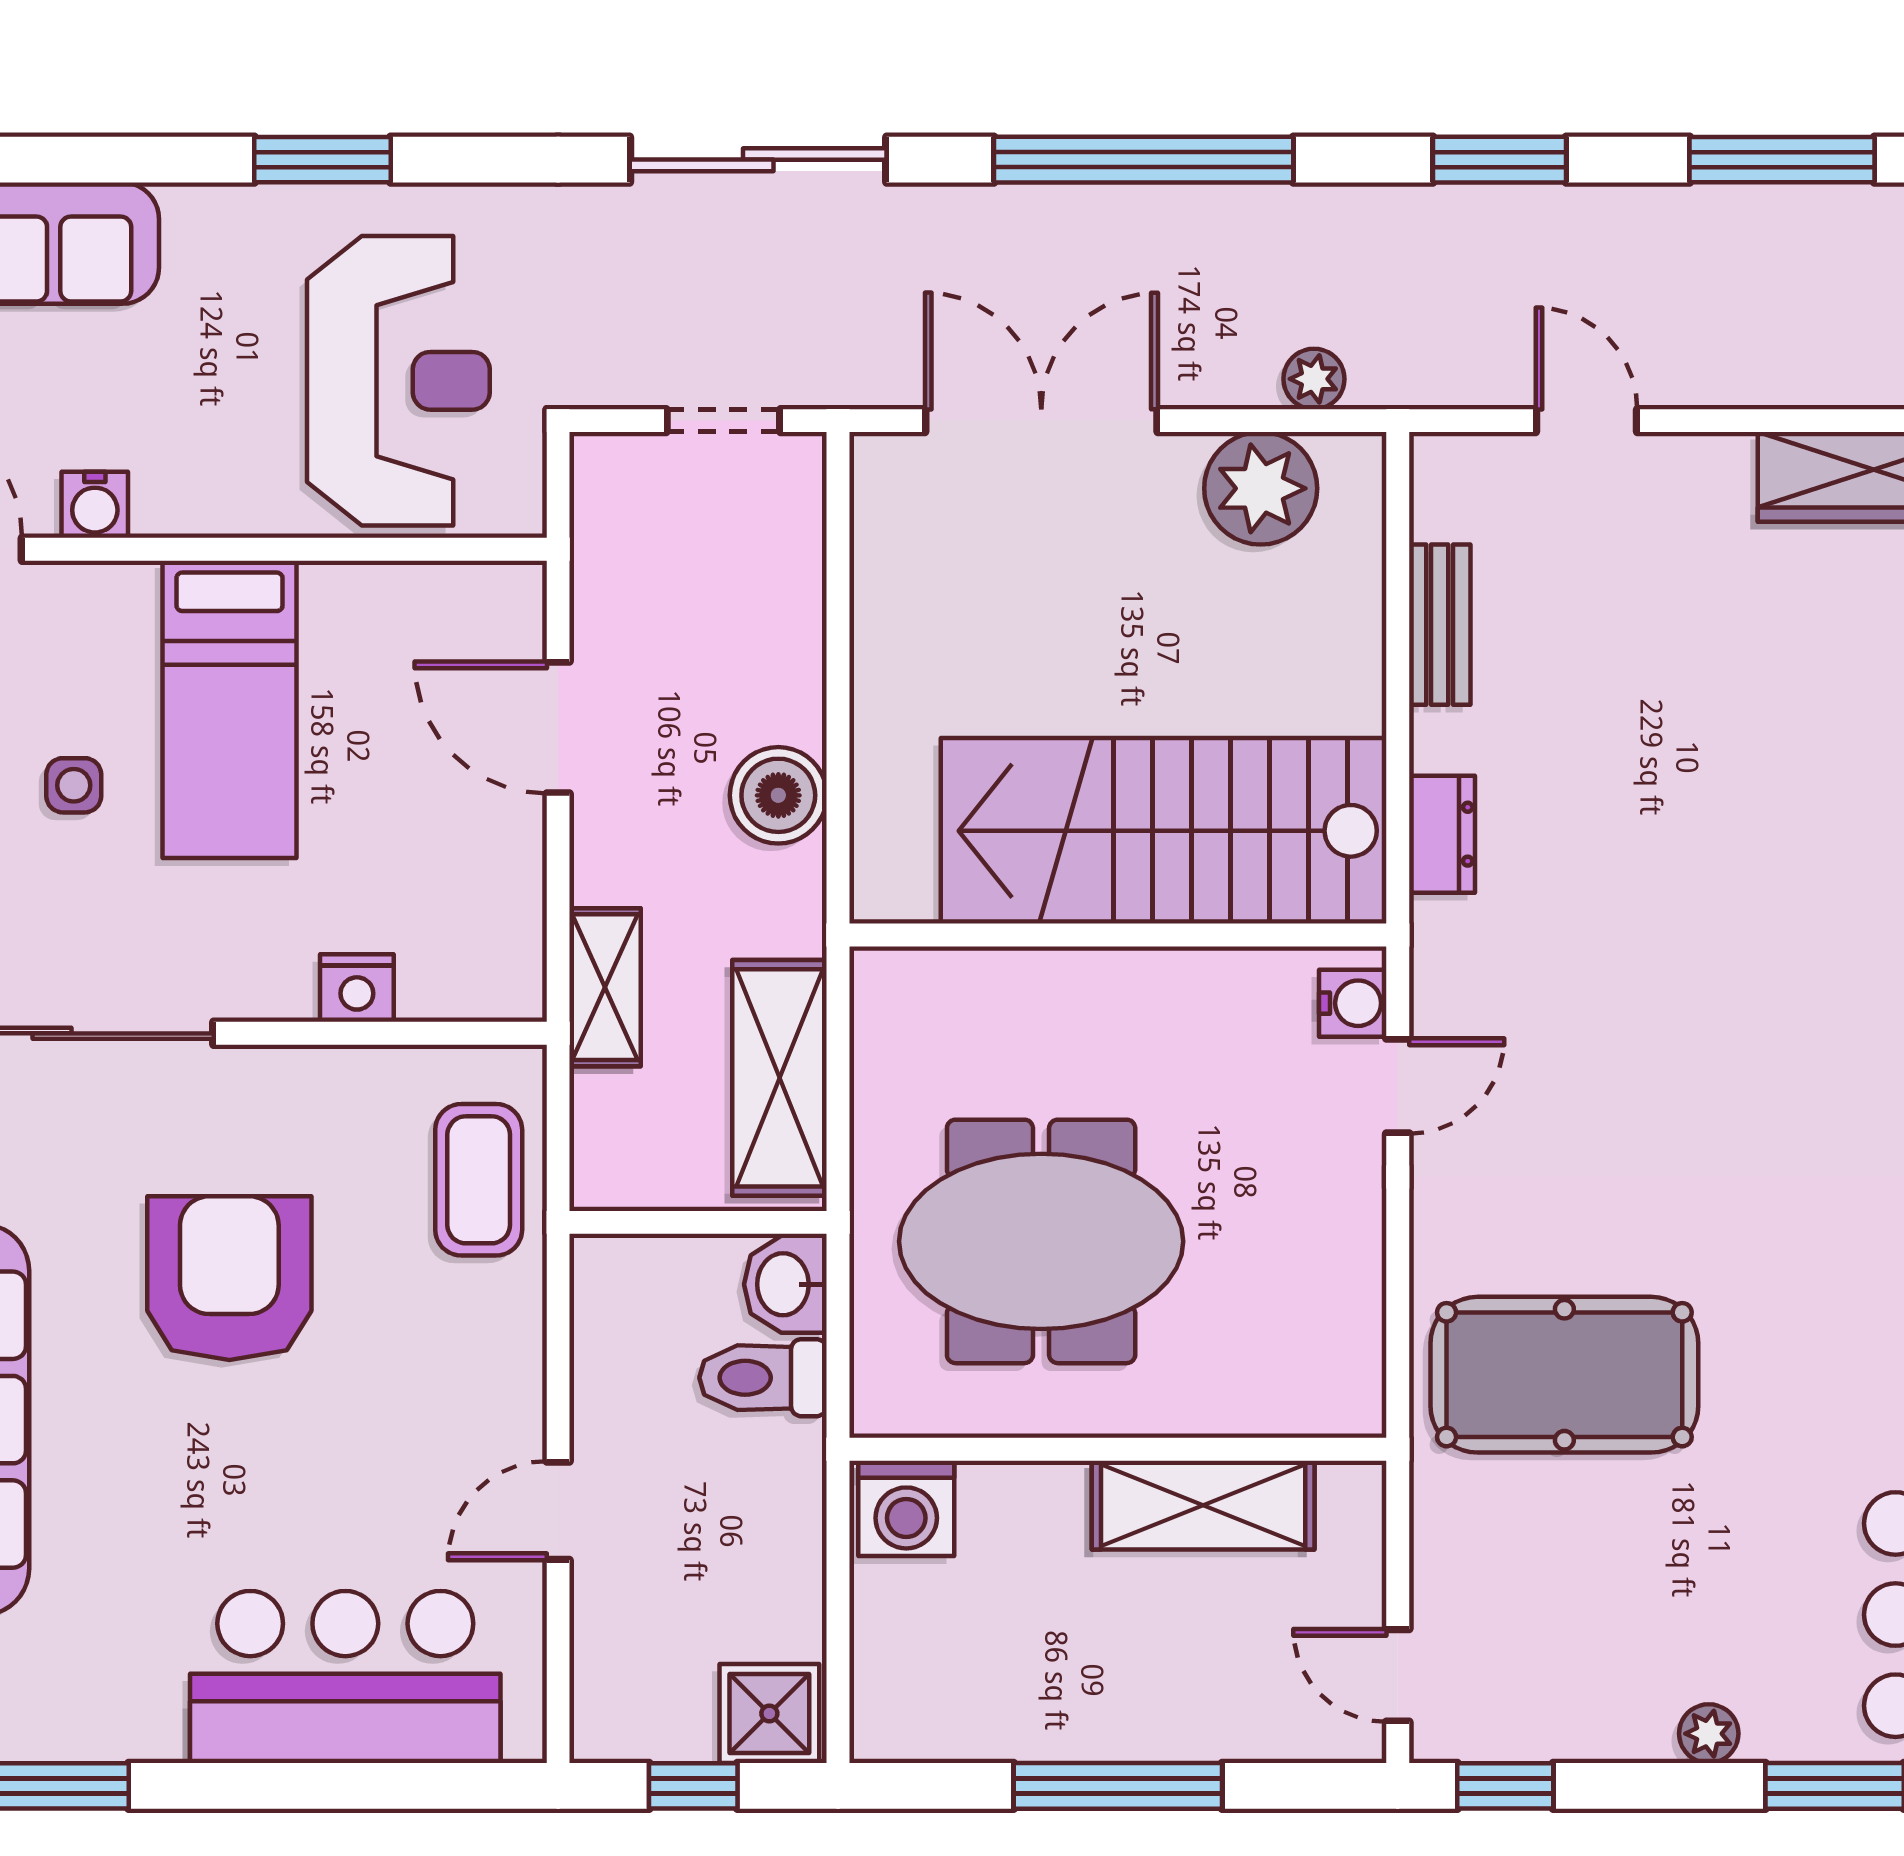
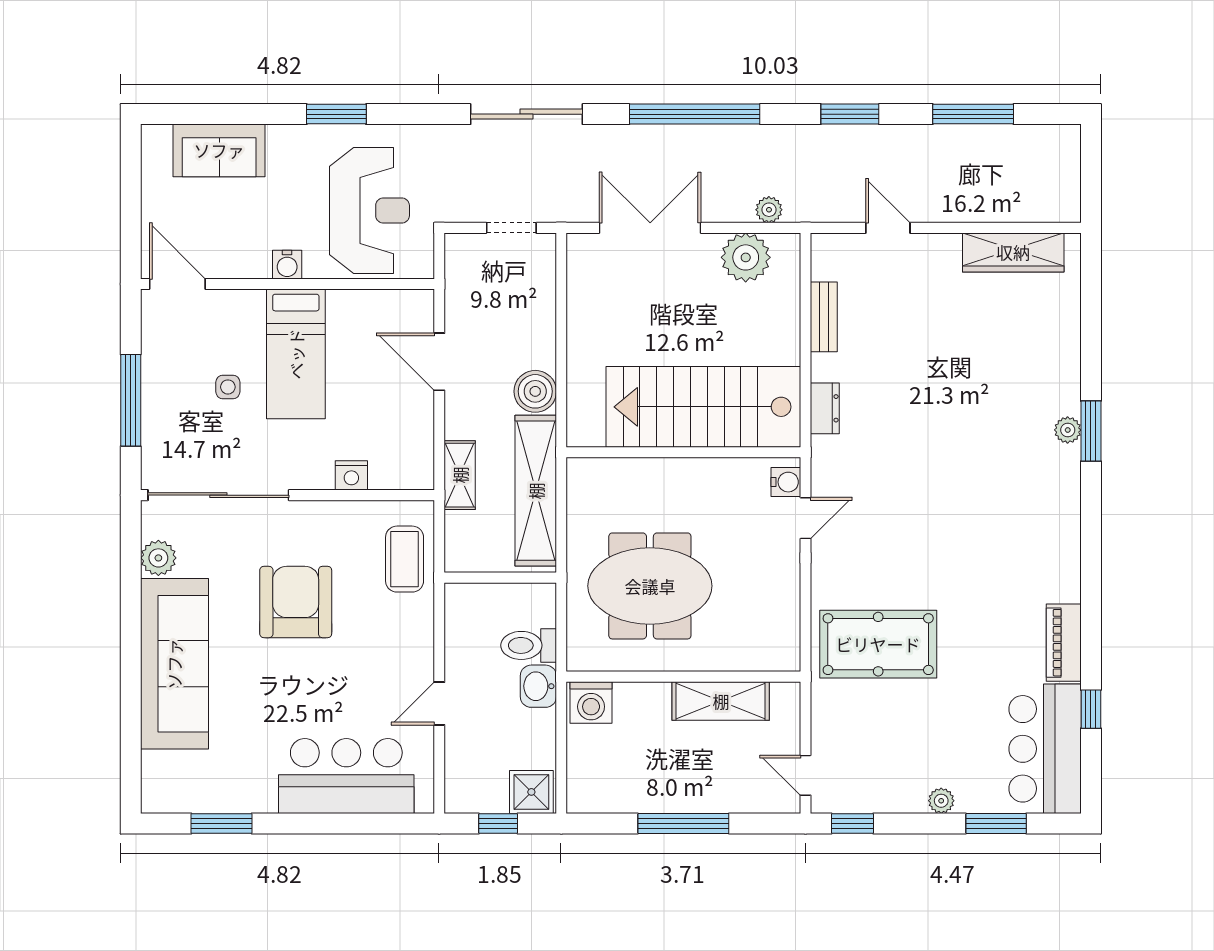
water cooler: (95, 505) -> (287, 265), moved
shelving: (779, 1078) -> (536, 491), width x1.47
washbasin: (785, 1284) -> (538, 686), moved

